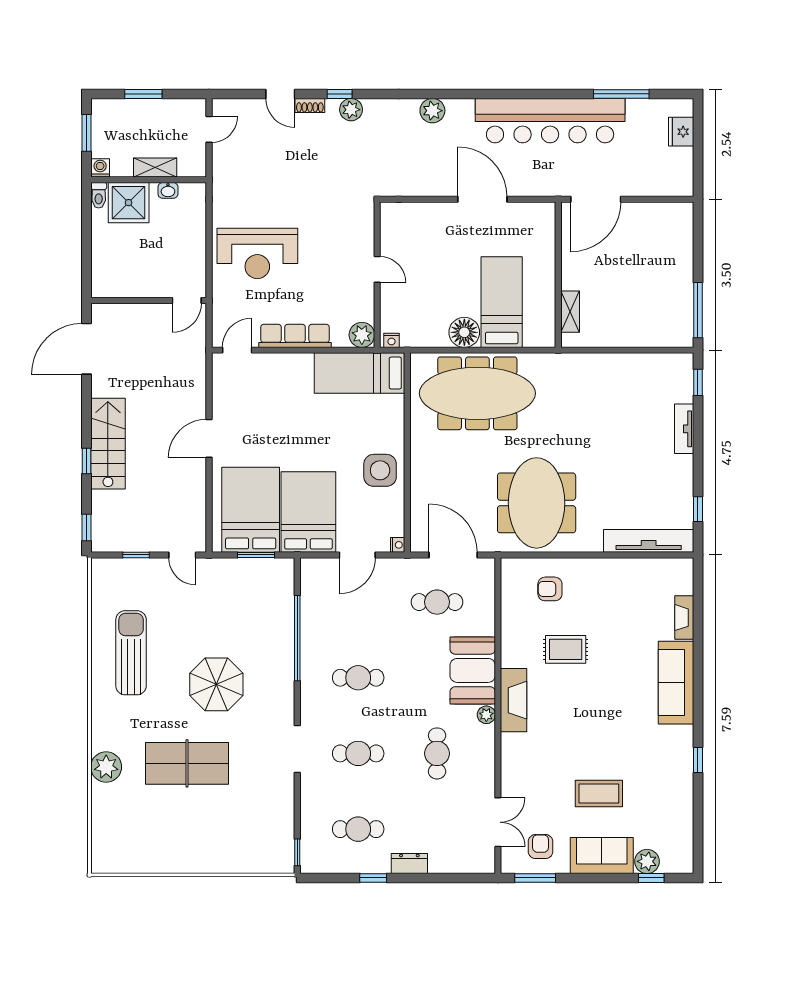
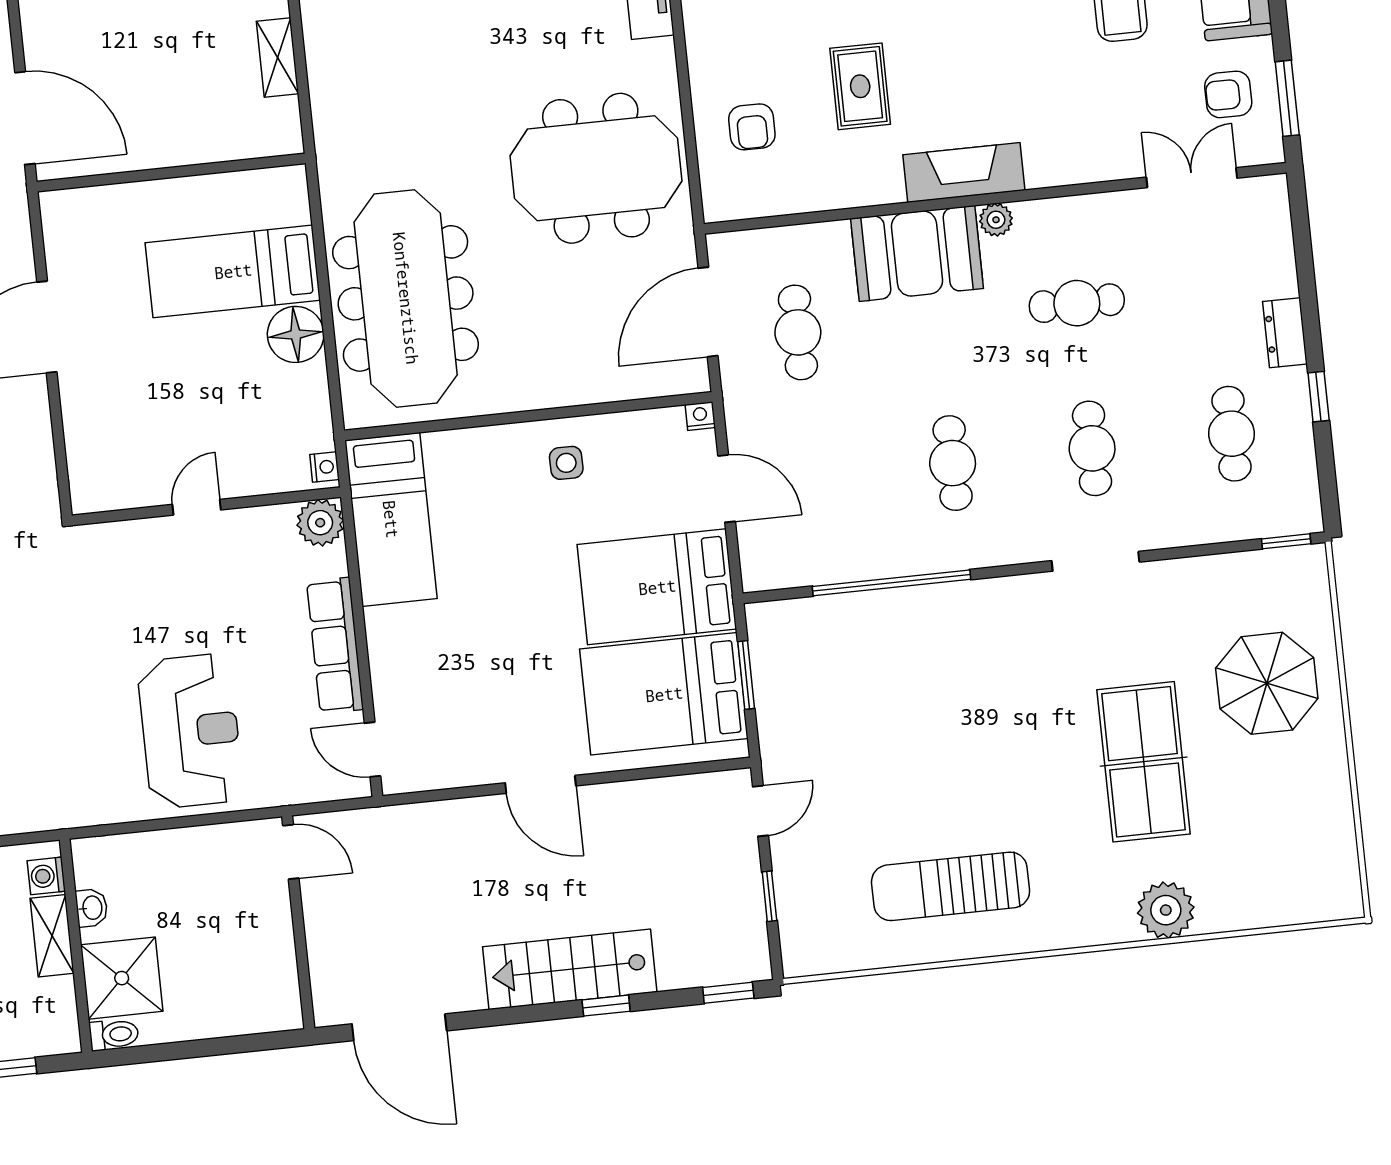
washing machine: (100, 168) -> (46, 876), moved
shelving: (570, 312) -> (278, 58), moved, turned 90
side table: (380, 470) -> (566, 463), width x0.54, depth x0.54
parasol: (216, 684) -> (1267, 683), moved

